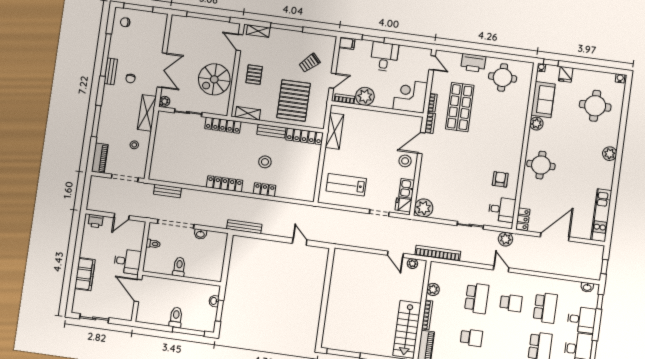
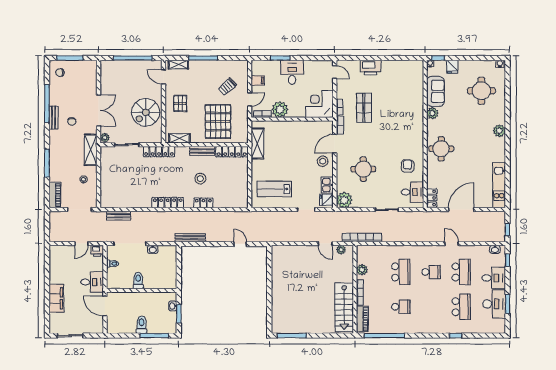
filing cabinet: (347, 43) -> (258, 80), moved
round table: (503, 77) -> (363, 169), moved
shop shelf: (460, 107) -> (364, 108), width x0.70, depth x0.74
printer: (96, 221) -> (97, 251), moved
plant: (505, 239) -> (419, 217), removed
door: (501, 269) -> (452, 244), moved

